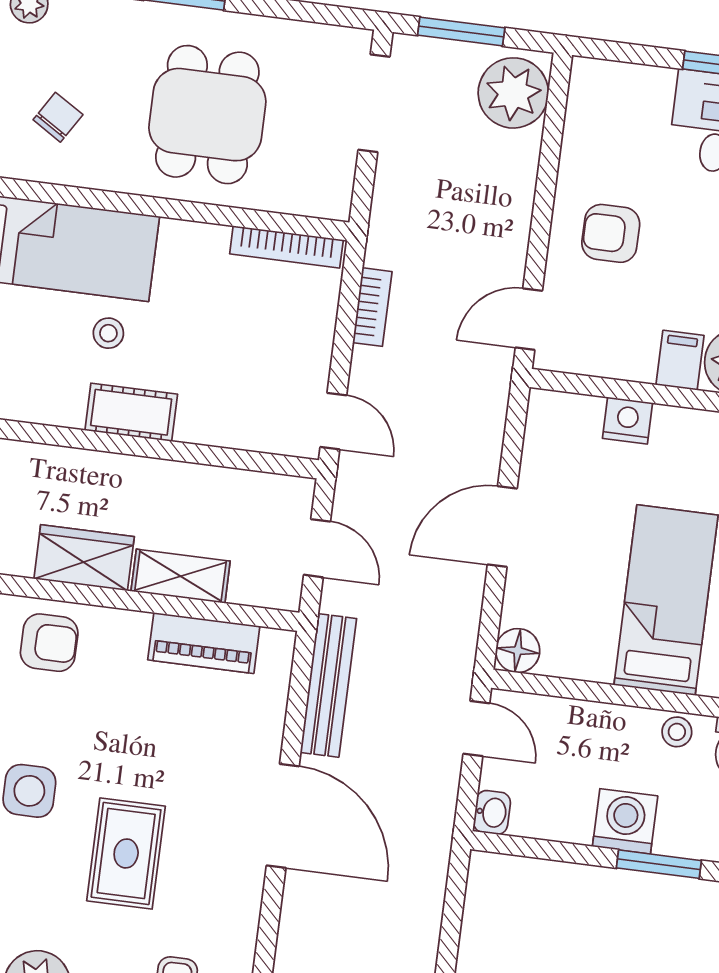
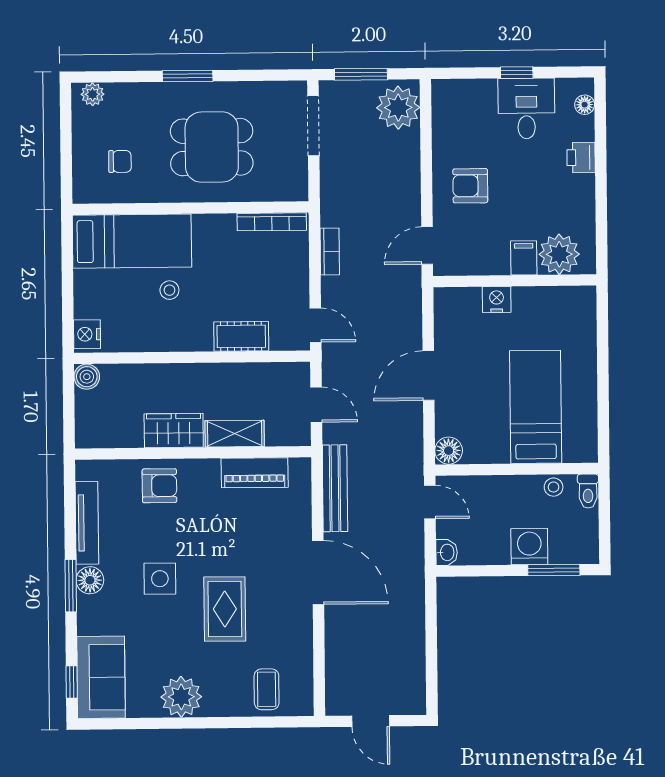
dining table: (207, 115) -> (212, 147), turned 90
chair: (58, 117) -> (120, 161), turned 58
cot: (131, 412) -> (241, 336), moved

